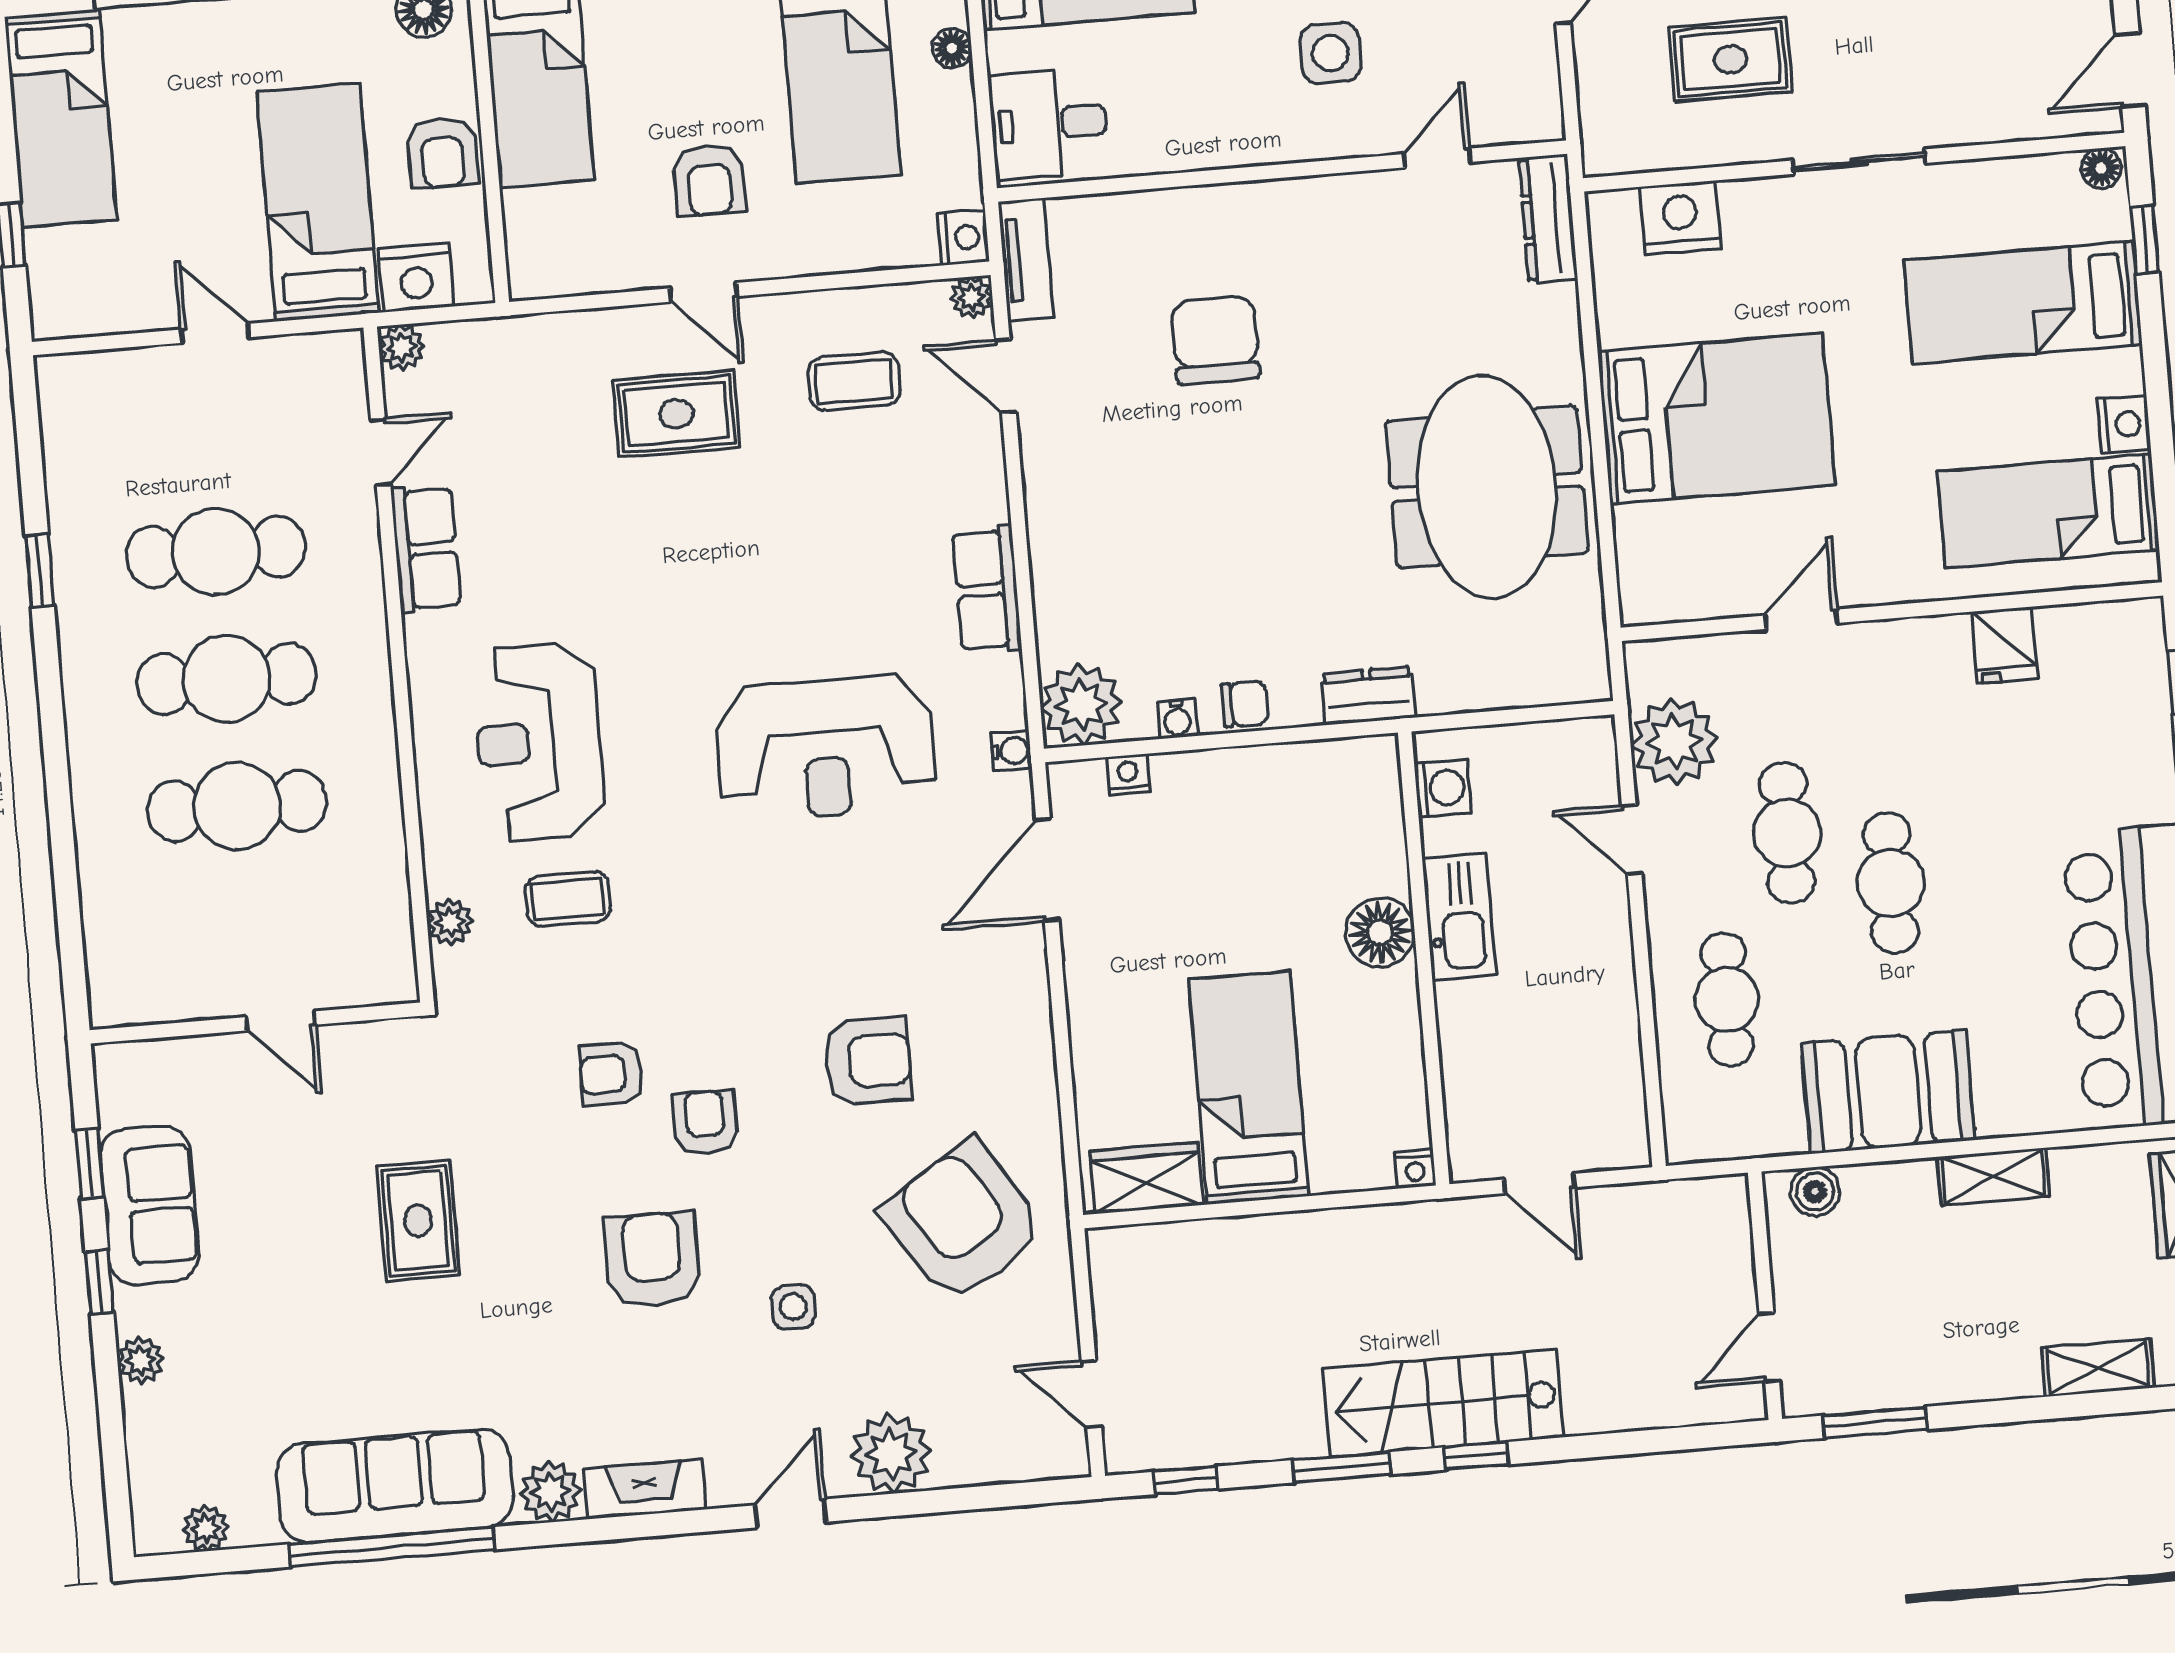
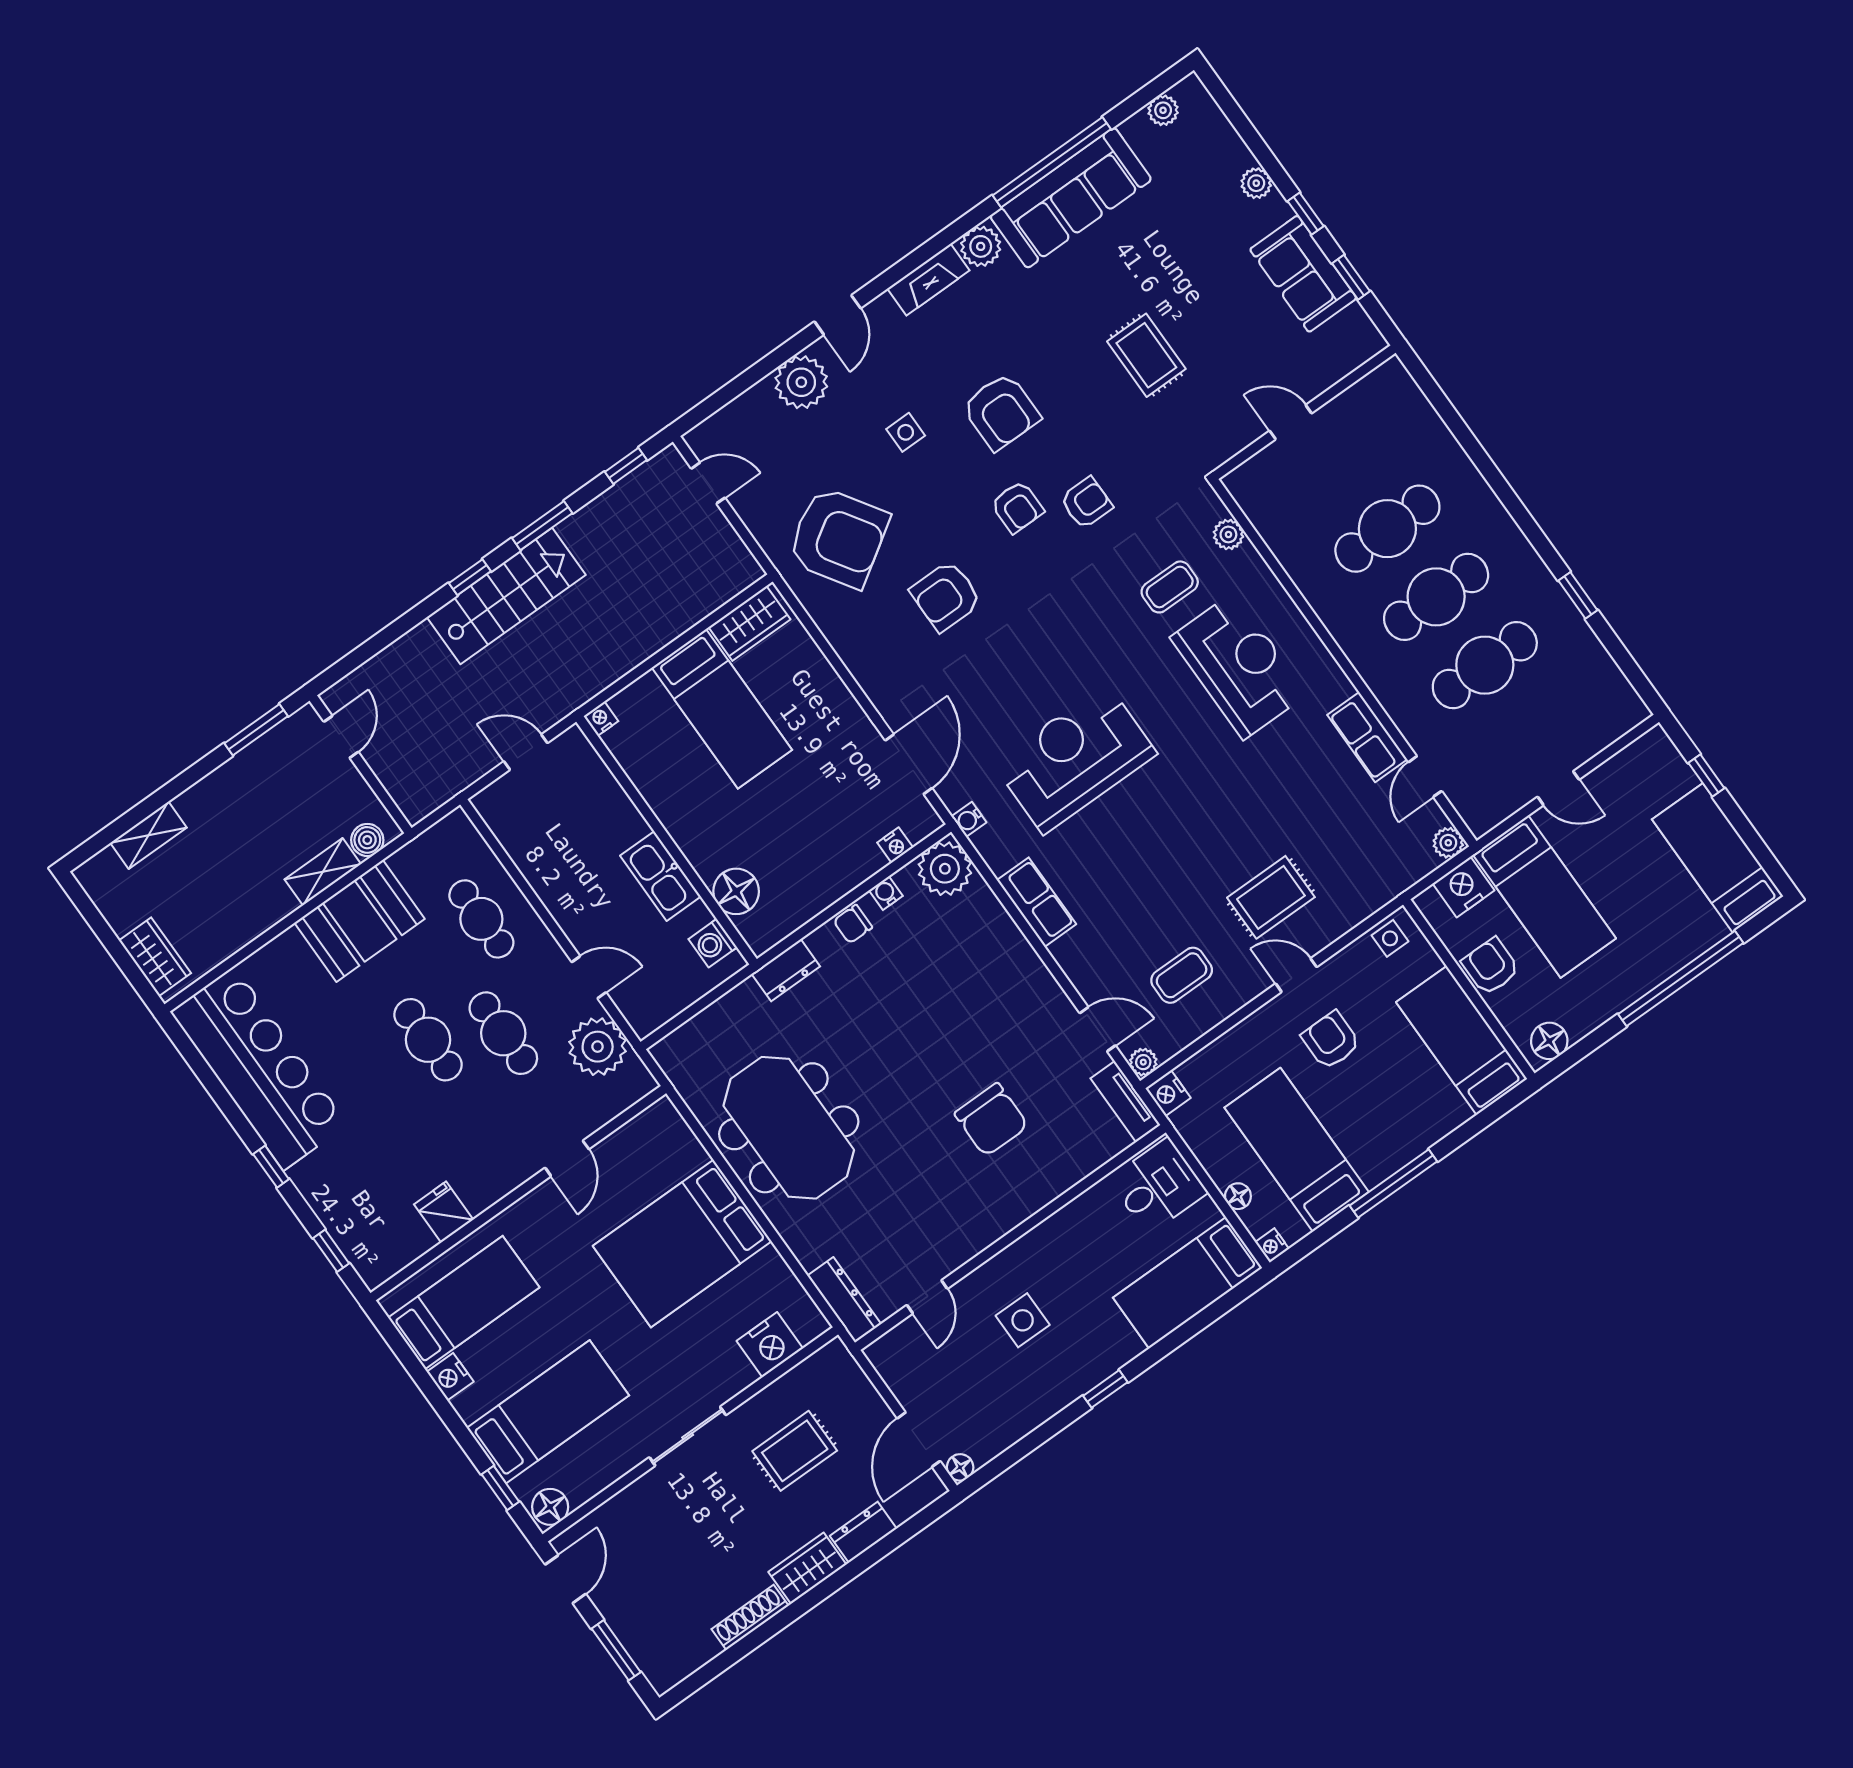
floor lamp: (2101, 168) -> (550, 1507), width x1.37, depth x1.37
side table: (552, 268) -> (1390, 938), added
floor lamp: (1380, 932) -> (736, 891), moved
shelving: (1993, 1177) -> (323, 872), moved

